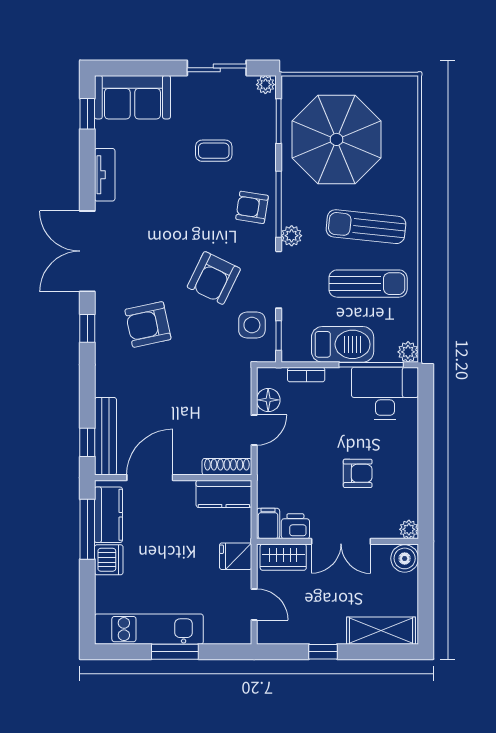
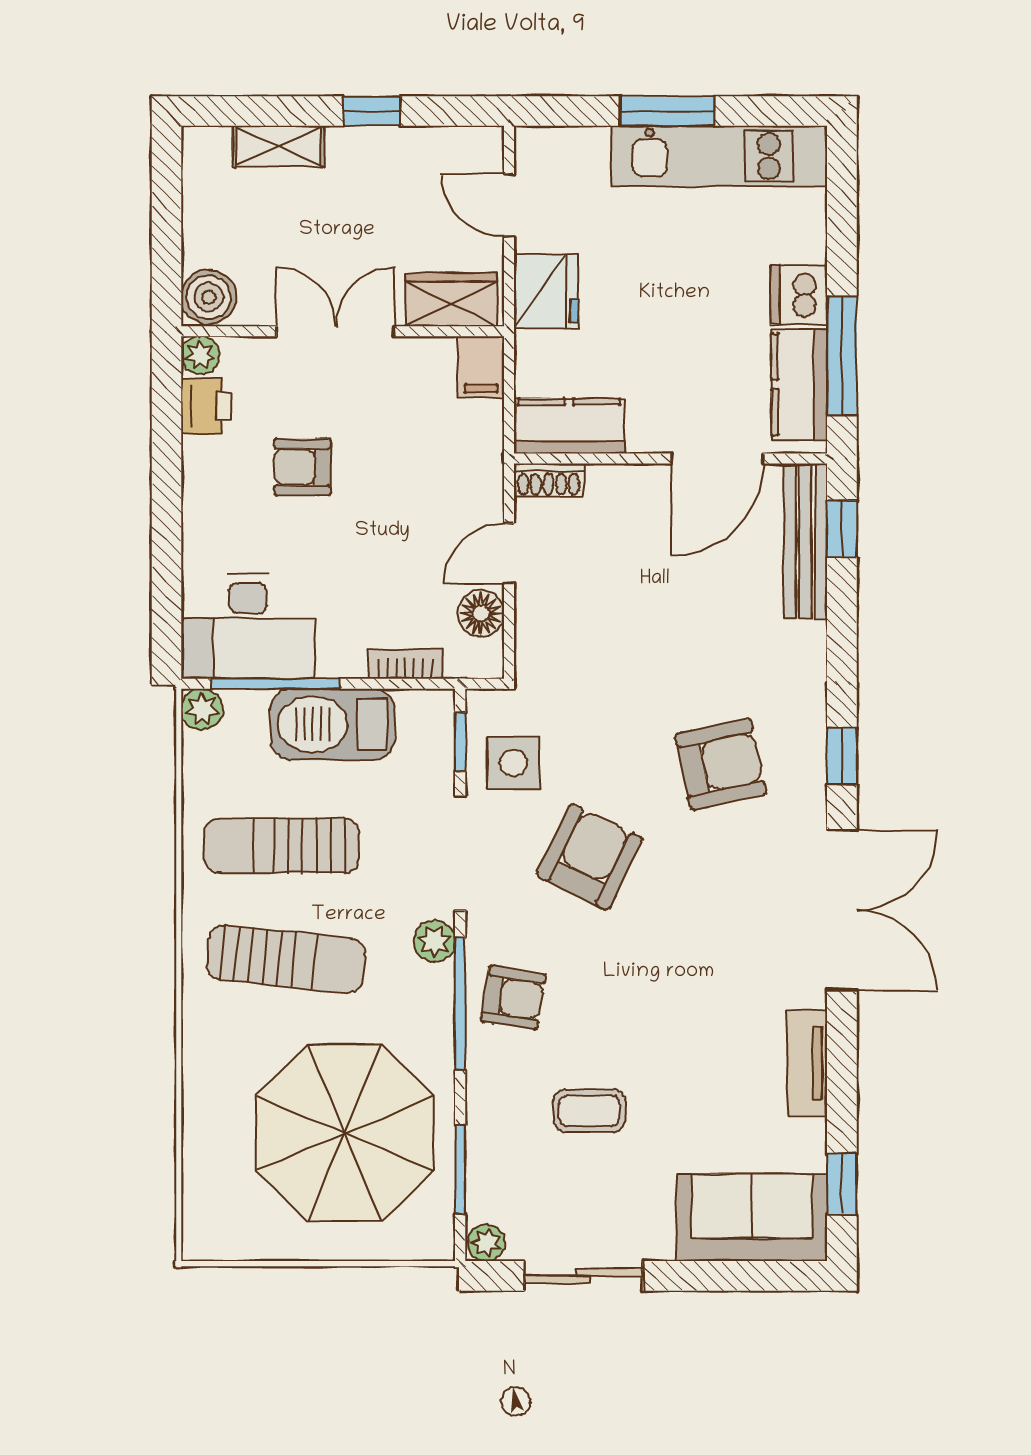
shoe rack: (227, 467) -> (548, 480), width x0.70
printer: (295, 526) -> (206, 406), moved, turned -90
fridge: (236, 556) -> (546, 291), width x1.38
shelving: (381, 631) -> (279, 146), width x0.67, depth x0.75

